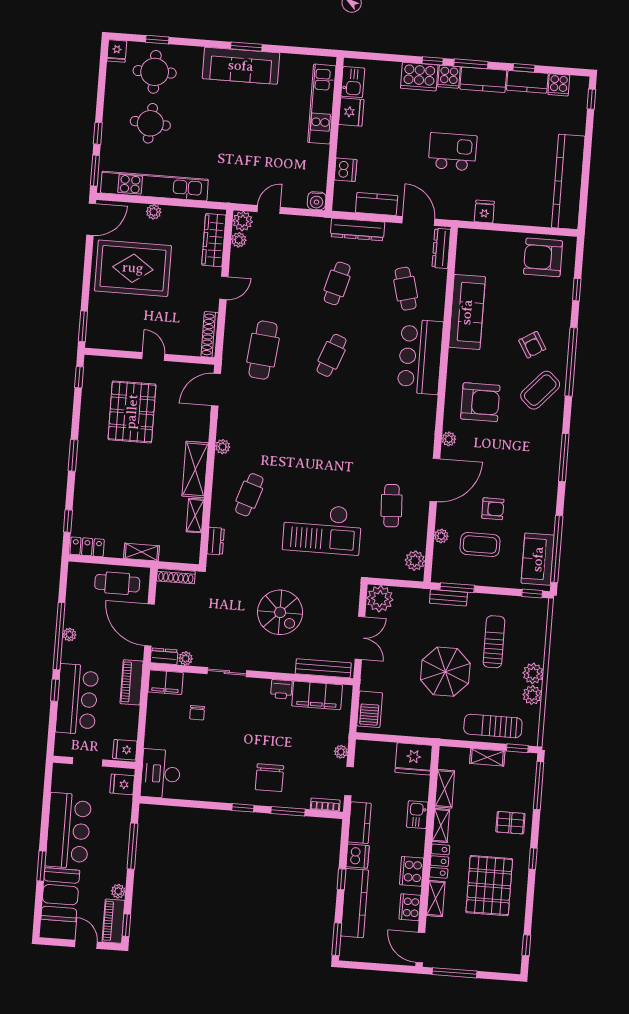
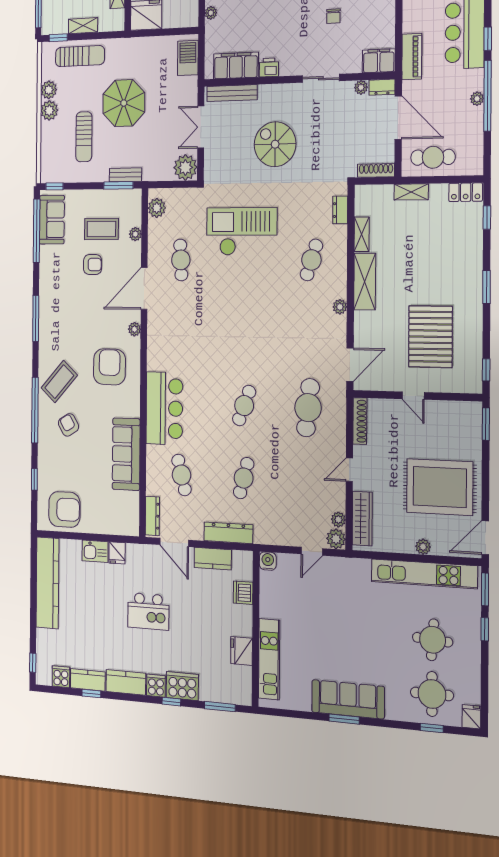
window: (471, 64) -> (220, 707), moved
kitchen sink: (353, 82) -> (95, 551), moved, turned -90
armchair: (480, 402) -> (109, 367), turned 91
armchair: (493, 509) -> (93, 265), turned 180
chair: (197, 713) -> (333, 16), moved, turned 180

